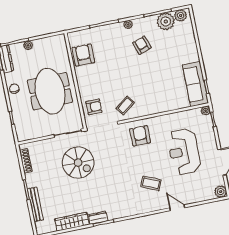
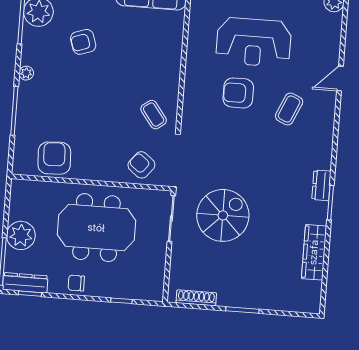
plant: (28, 45) -> (21, 235), width x1.87, depth x1.87
armchair: (142, 45) -> (83, 42), moved
armchair: (83, 55) -> (54, 158), turned 87
armchair: (94, 107) -> (141, 165), turned -51
armchair: (140, 136) -> (238, 93), moved
bench: (35, 204) -> (270, 302), removed
dresser: (98, 218) -> (321, 185), moved

